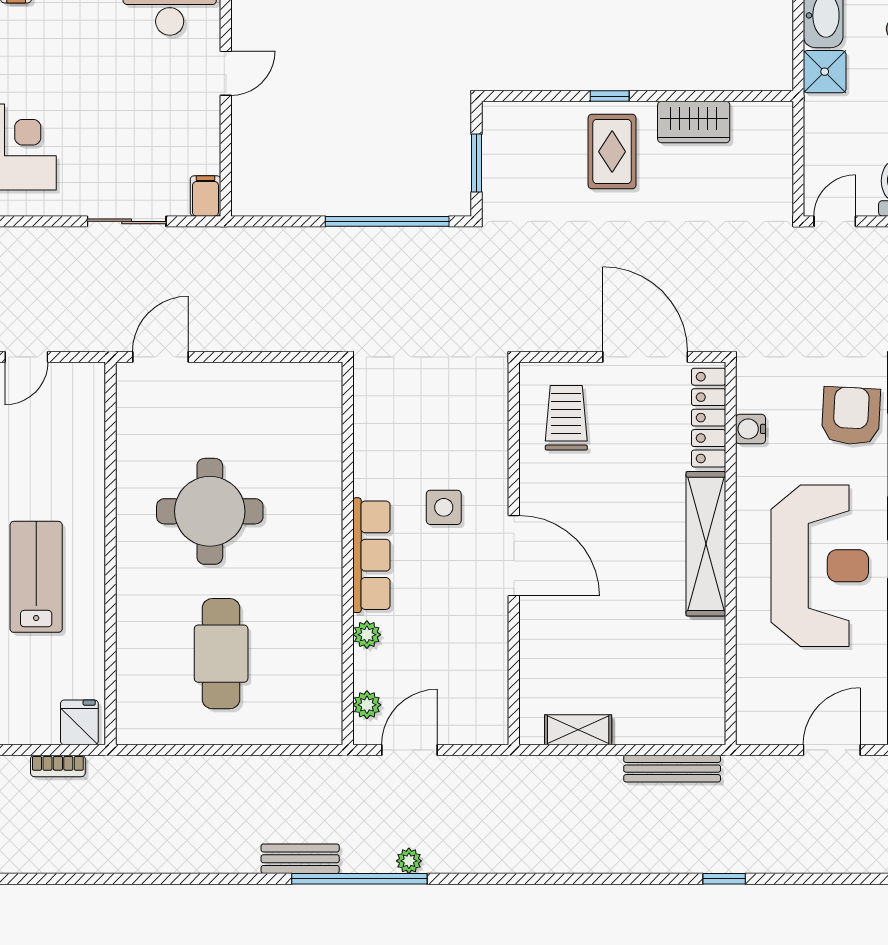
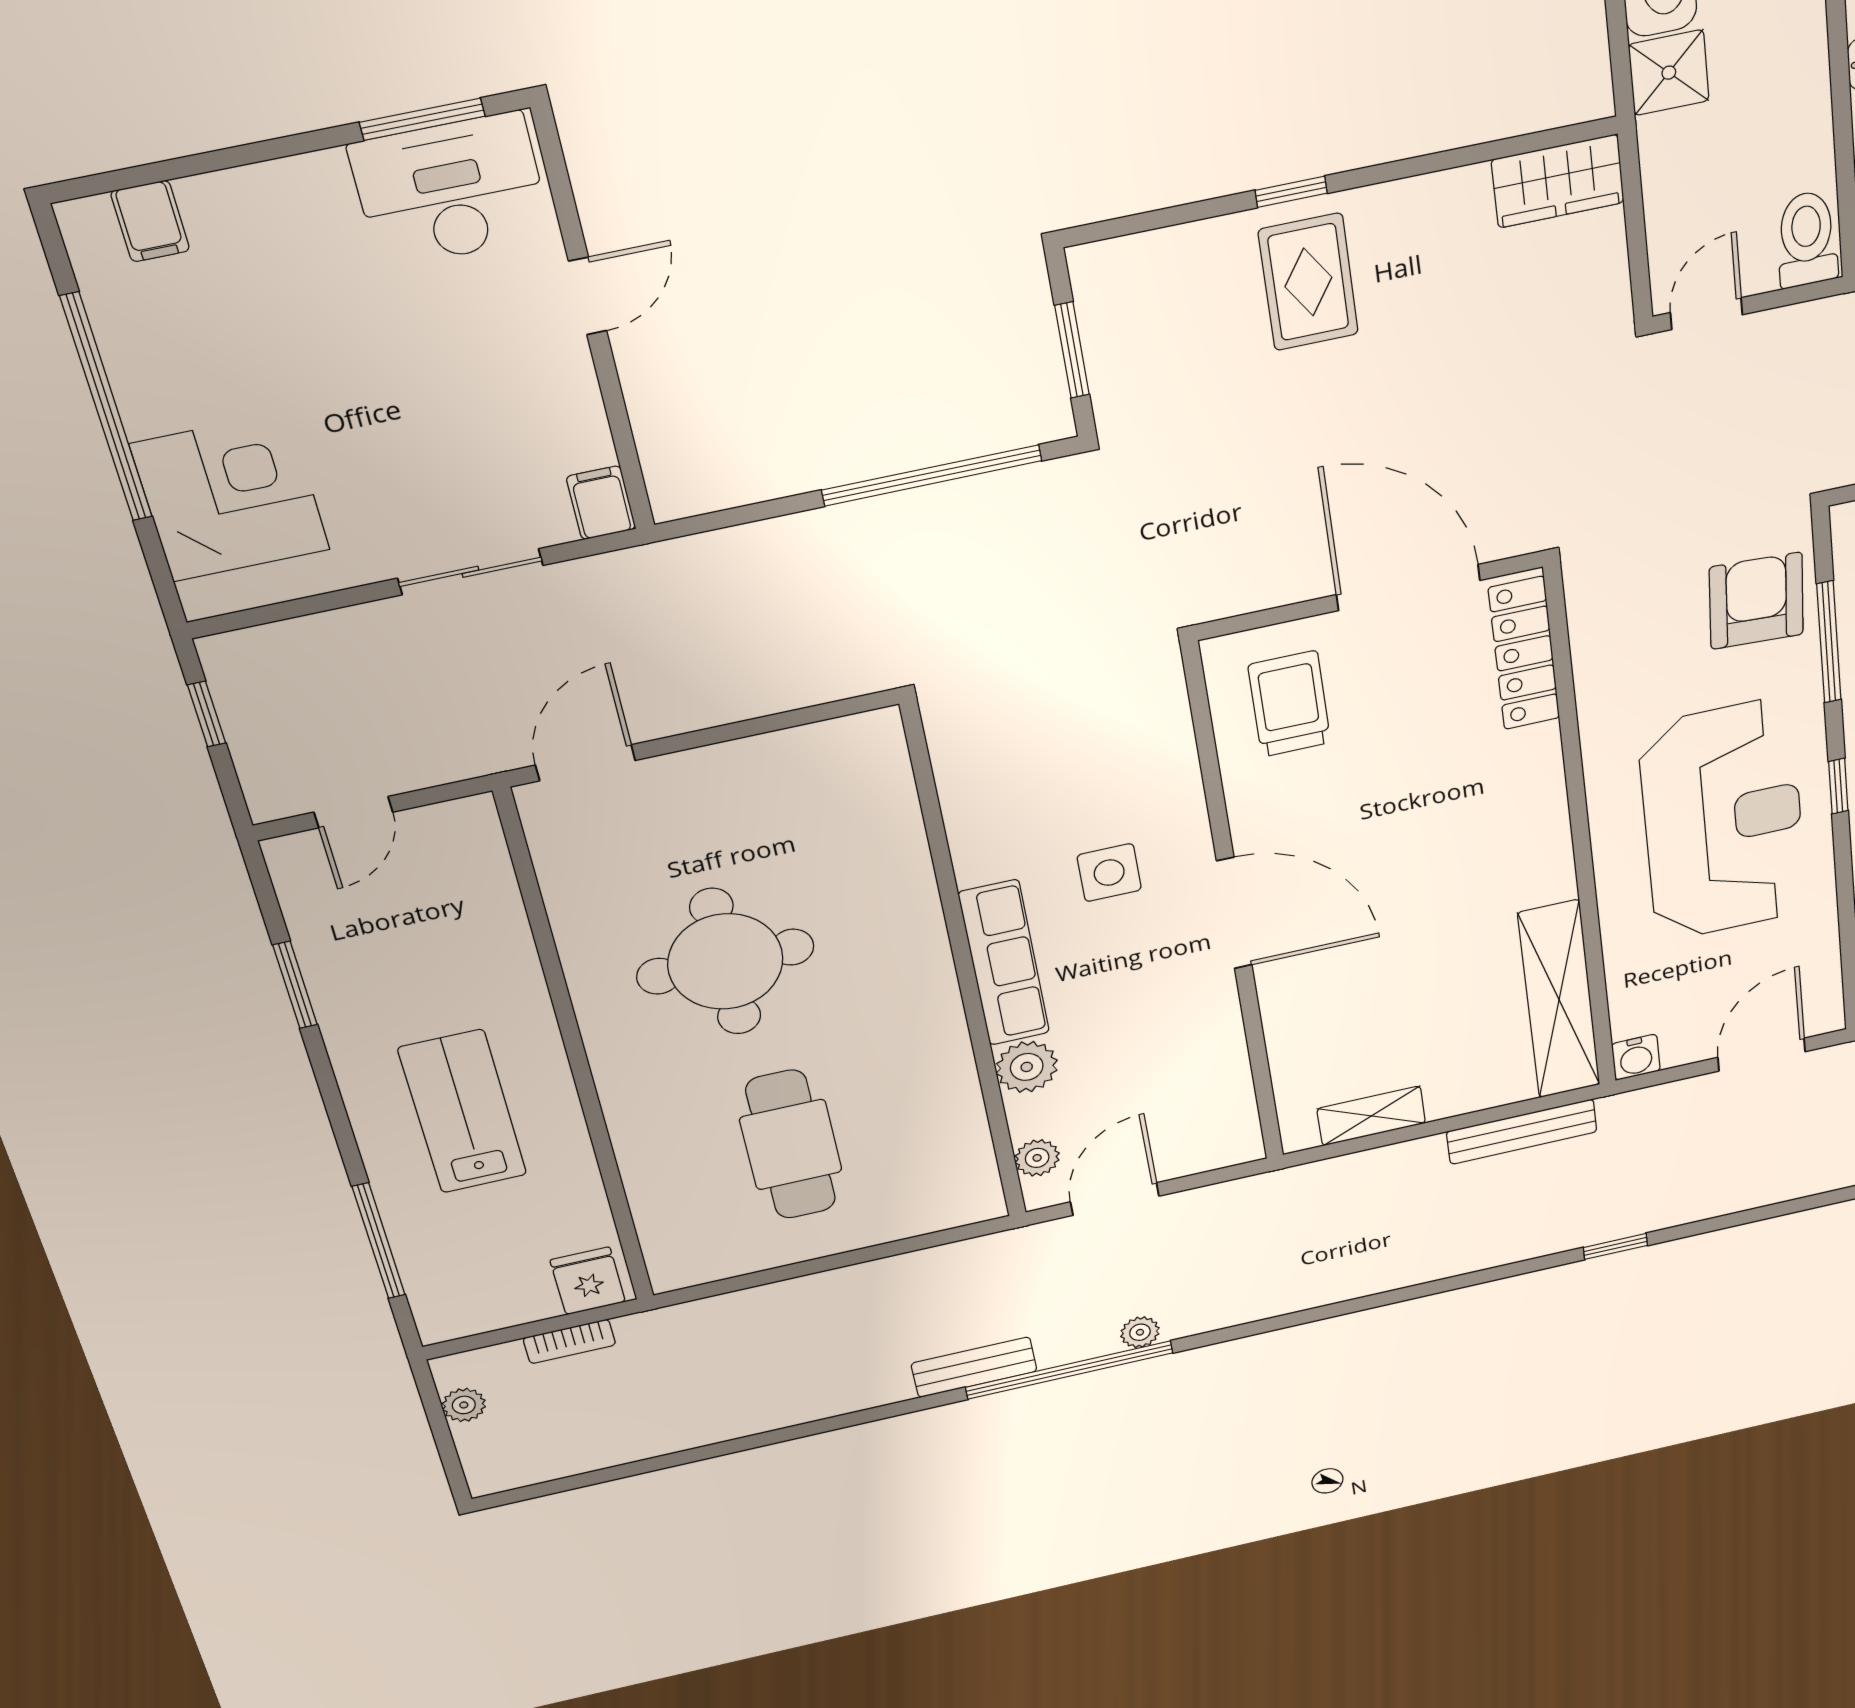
wardrobe: (694, 122) -> (1558, 181), moved
water cooler: (751, 429) -> (1636, 1057), moved, turned -90
shelving: (706, 544) -> (1559, 1000), moved
plant: (367, 635) -> (1027, 1067), width x1.38, depth x1.38

